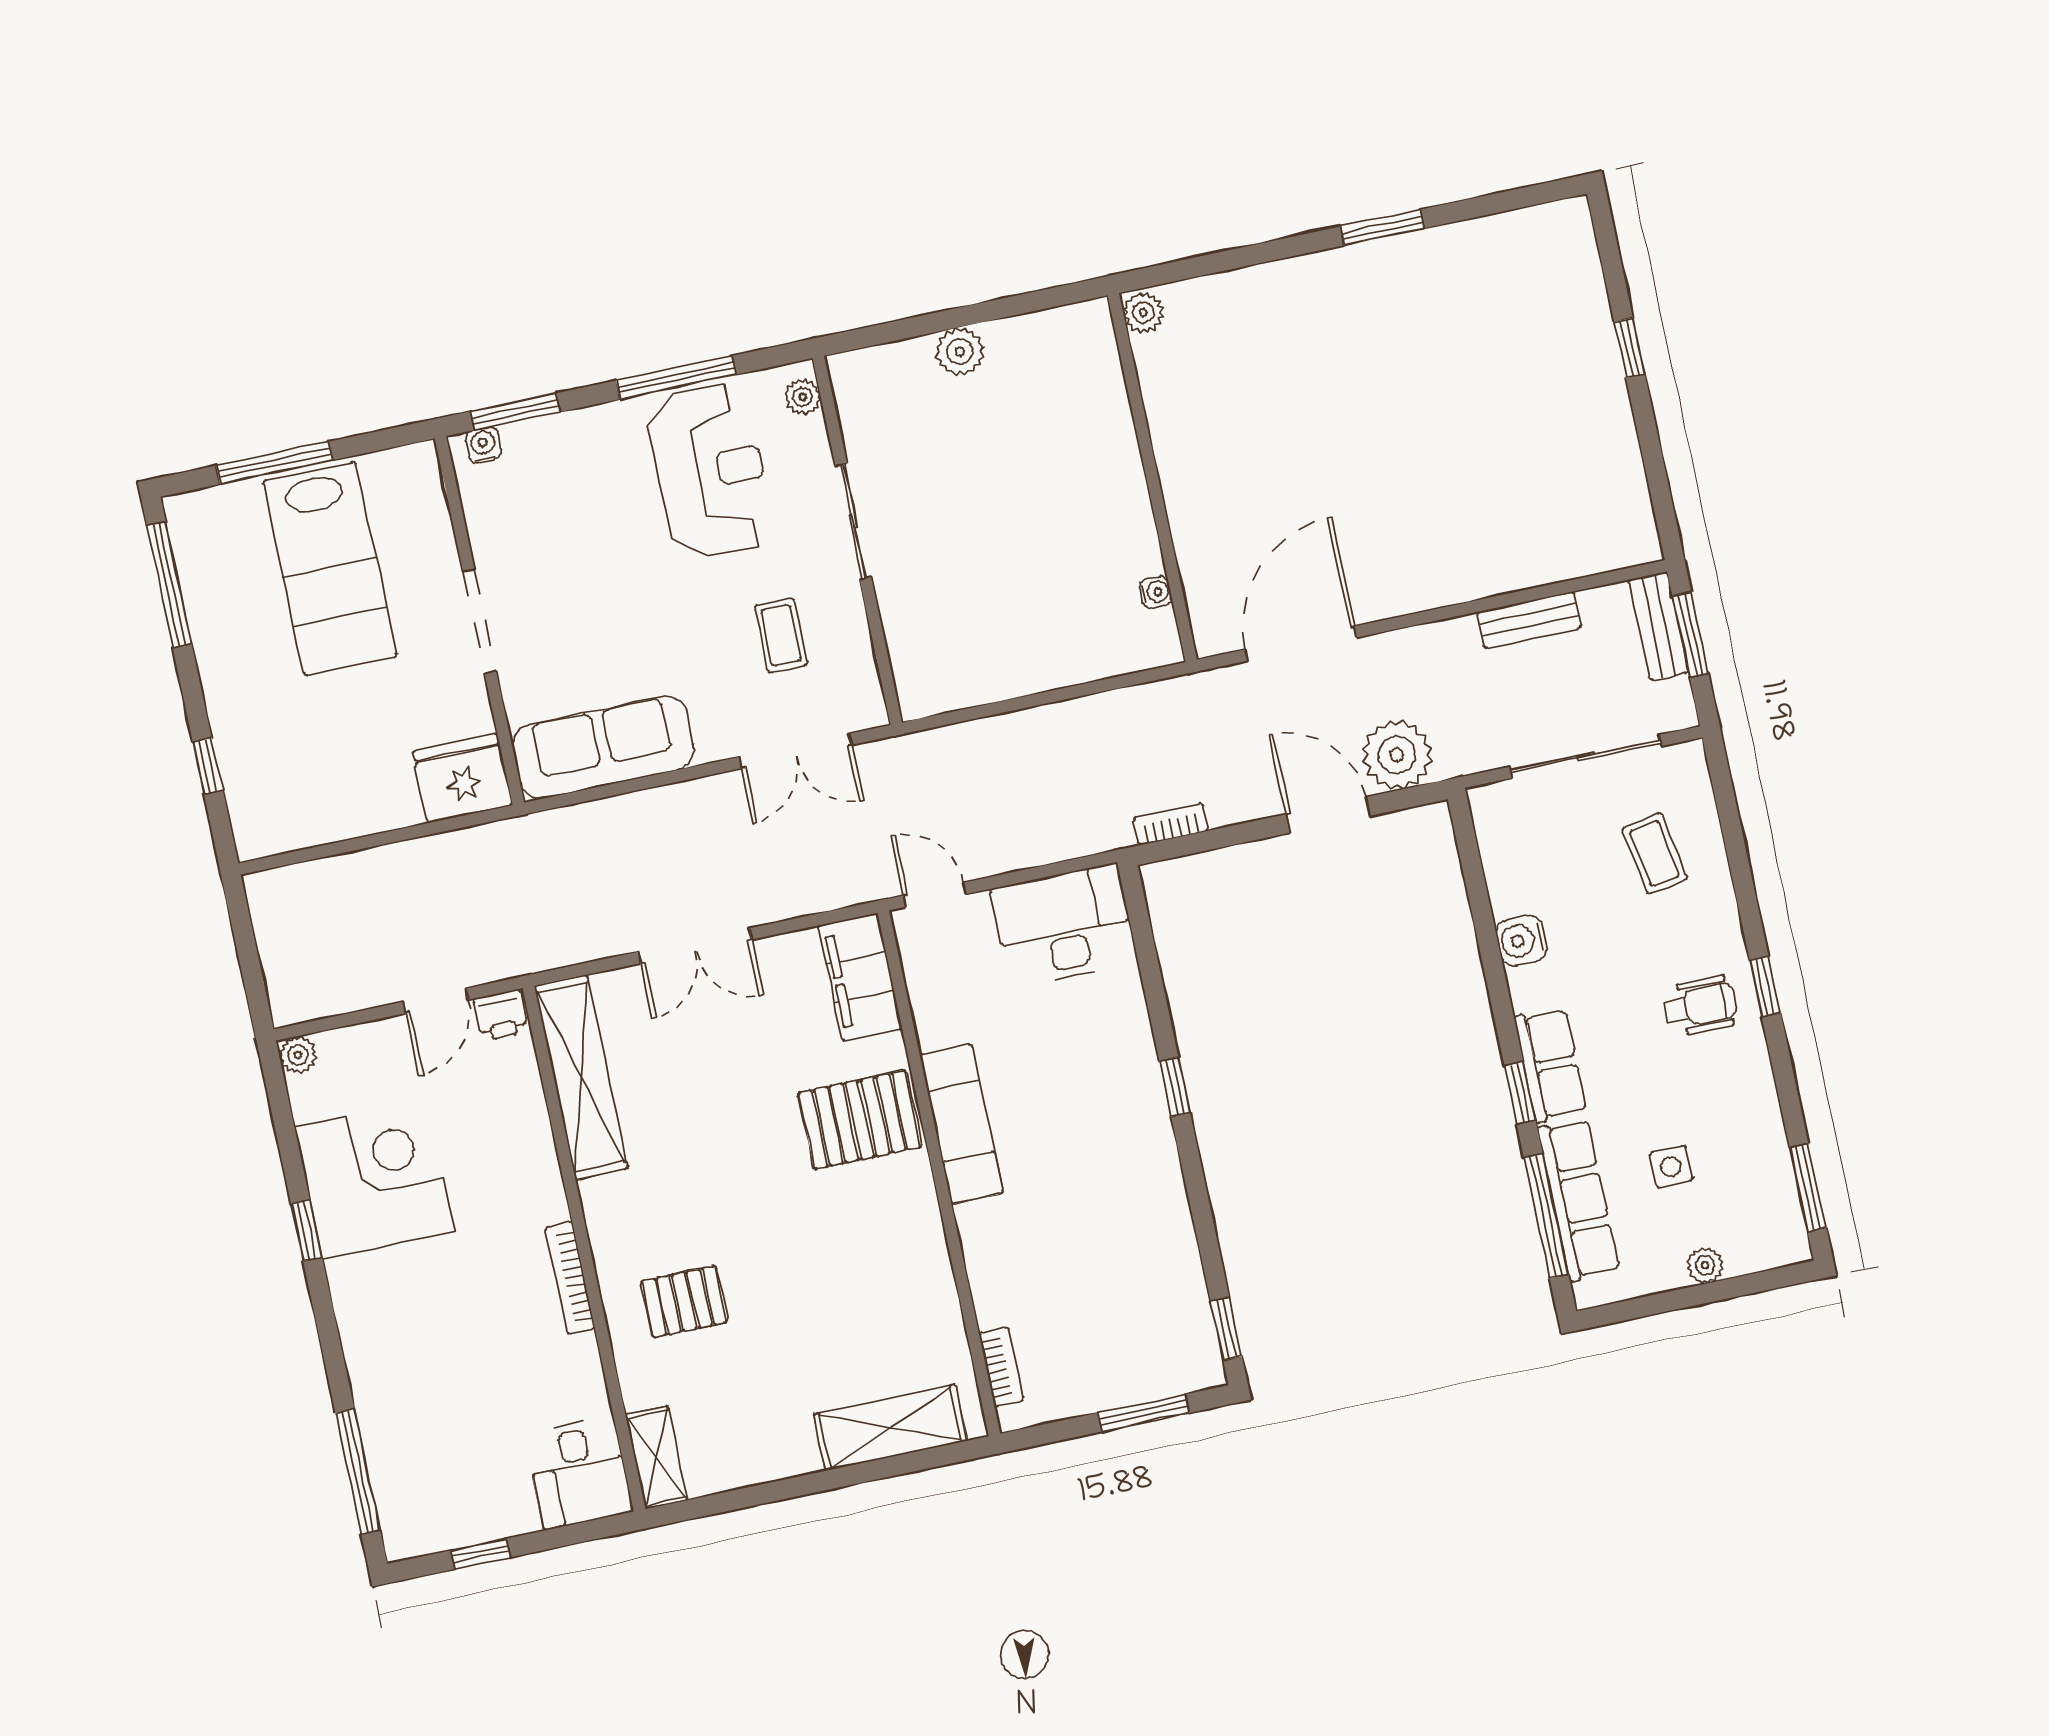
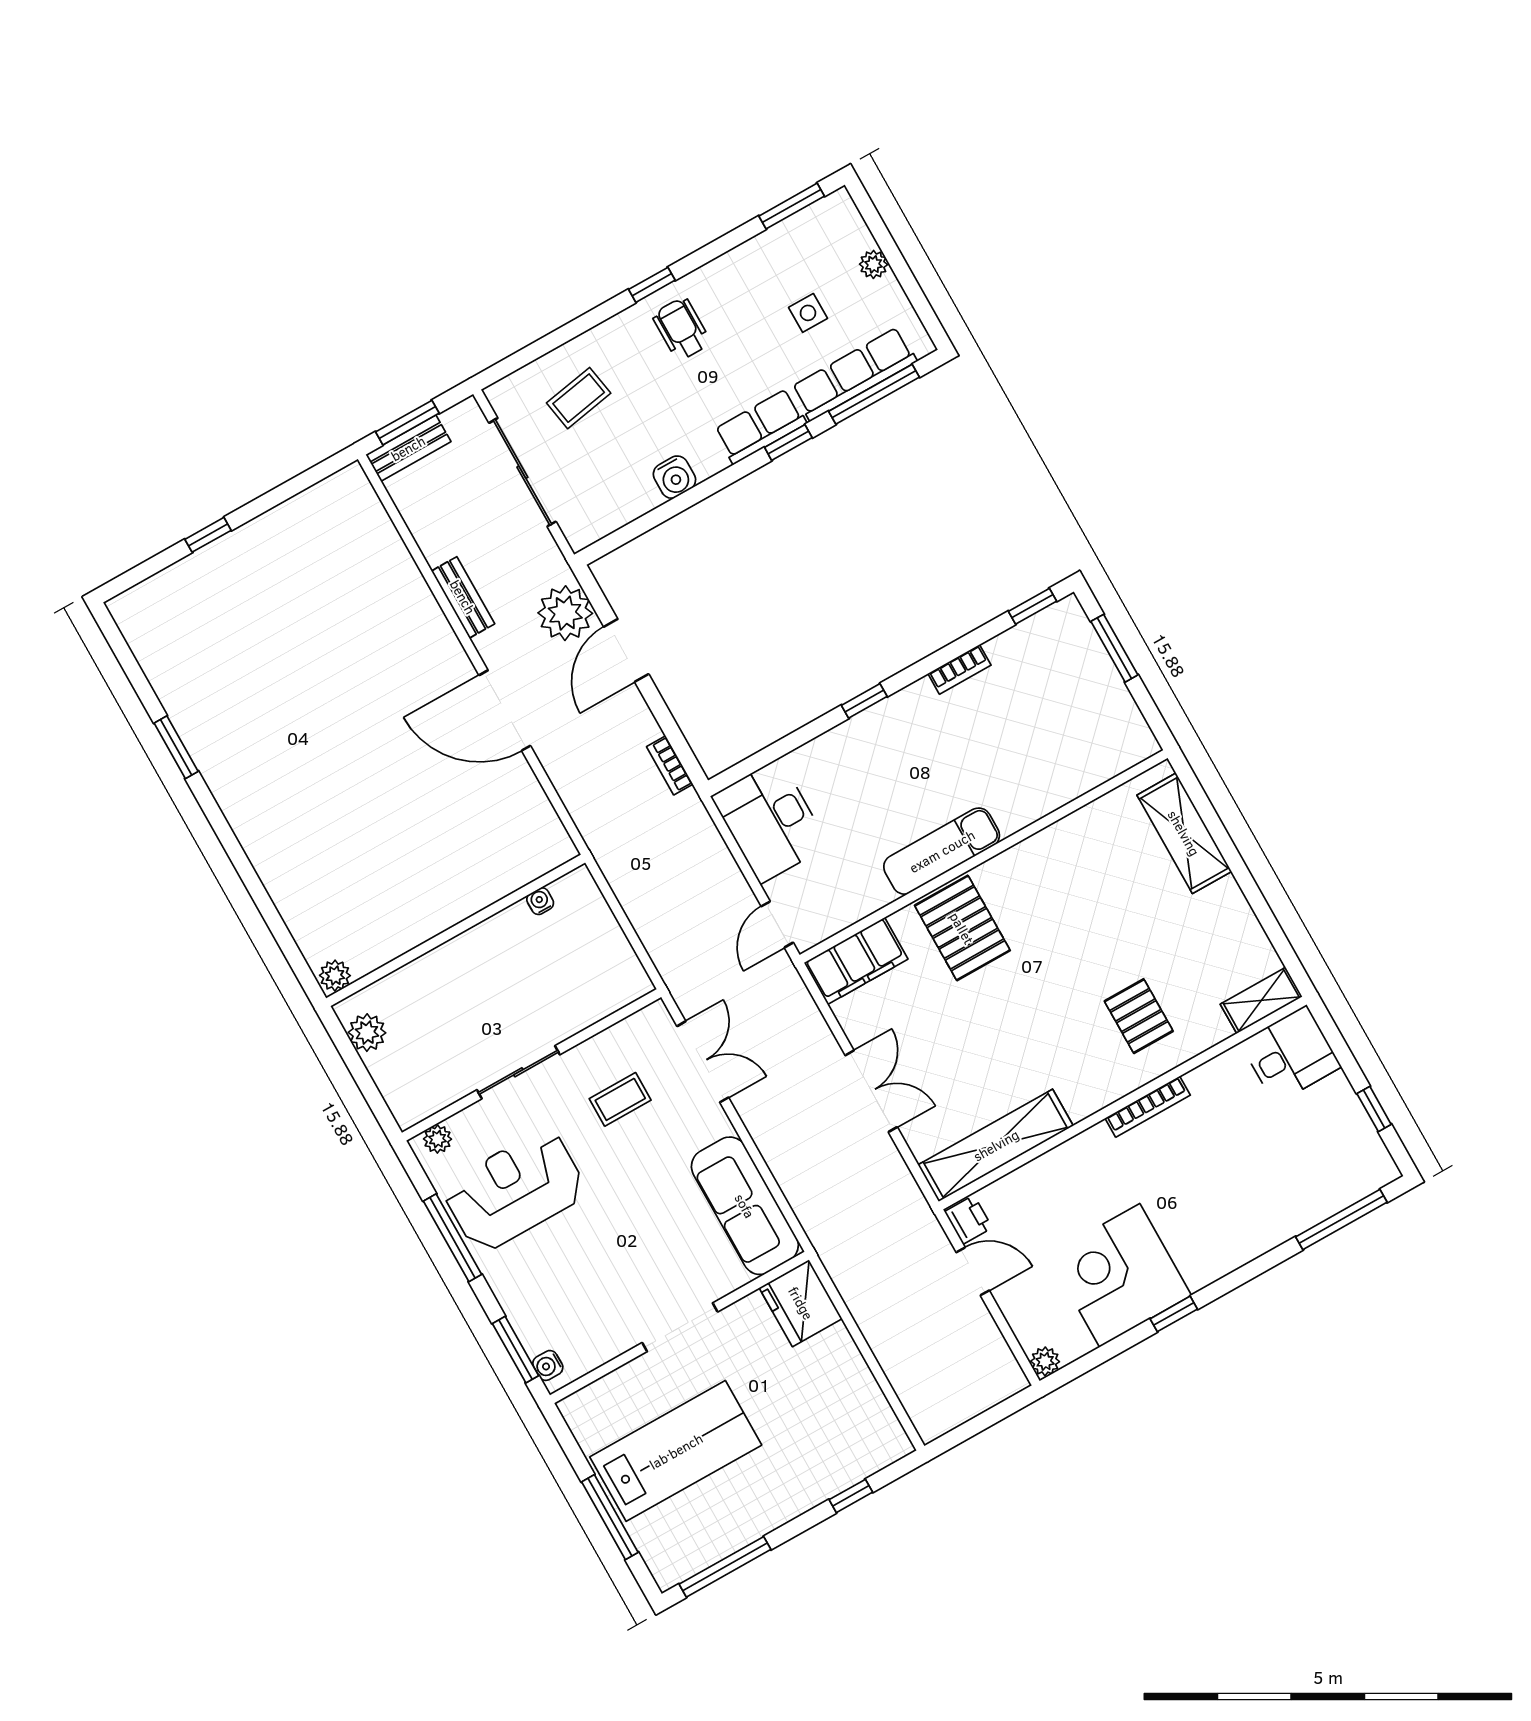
plant: (1143, 313) -> (335, 976), moved
wall: (1152, 478) -> (456, 930), moved
water cooler: (1156, 592) -> (540, 901), moved
bench: (1529, 620) -> (463, 597), moved
bookcase: (1001, 1367) -> (959, 669), moved, turned 180

